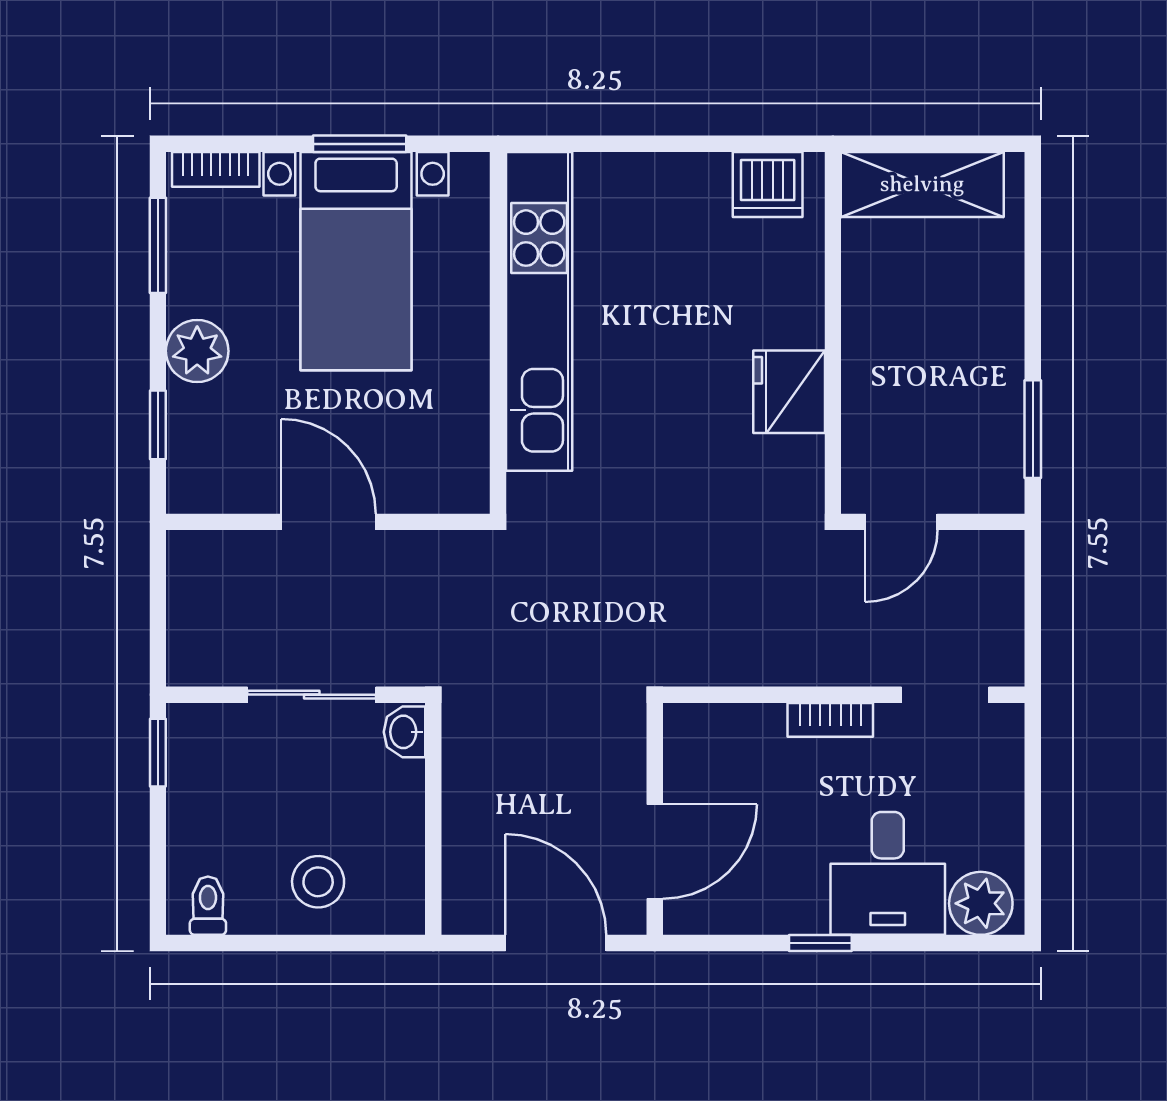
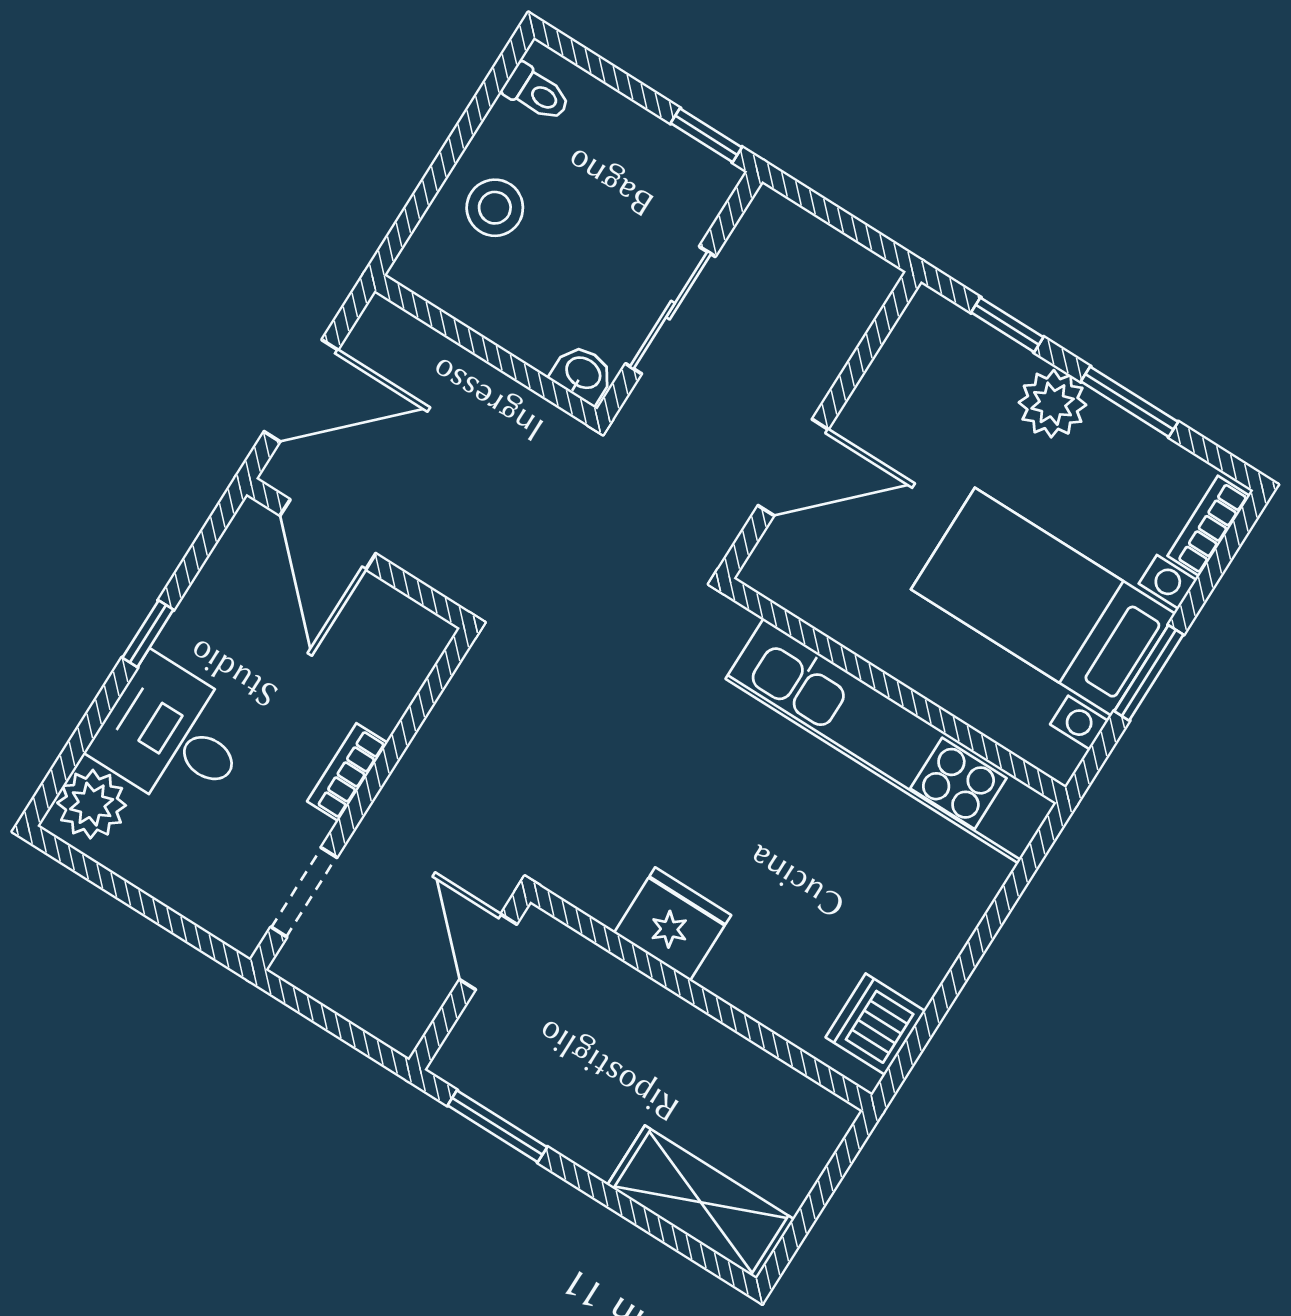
shelving: (922, 184) -> (701, 1202), moved, turned 90
window: (158, 245) -> (1129, 402), moved
door: (328, 522) -> (793, 467), moved

